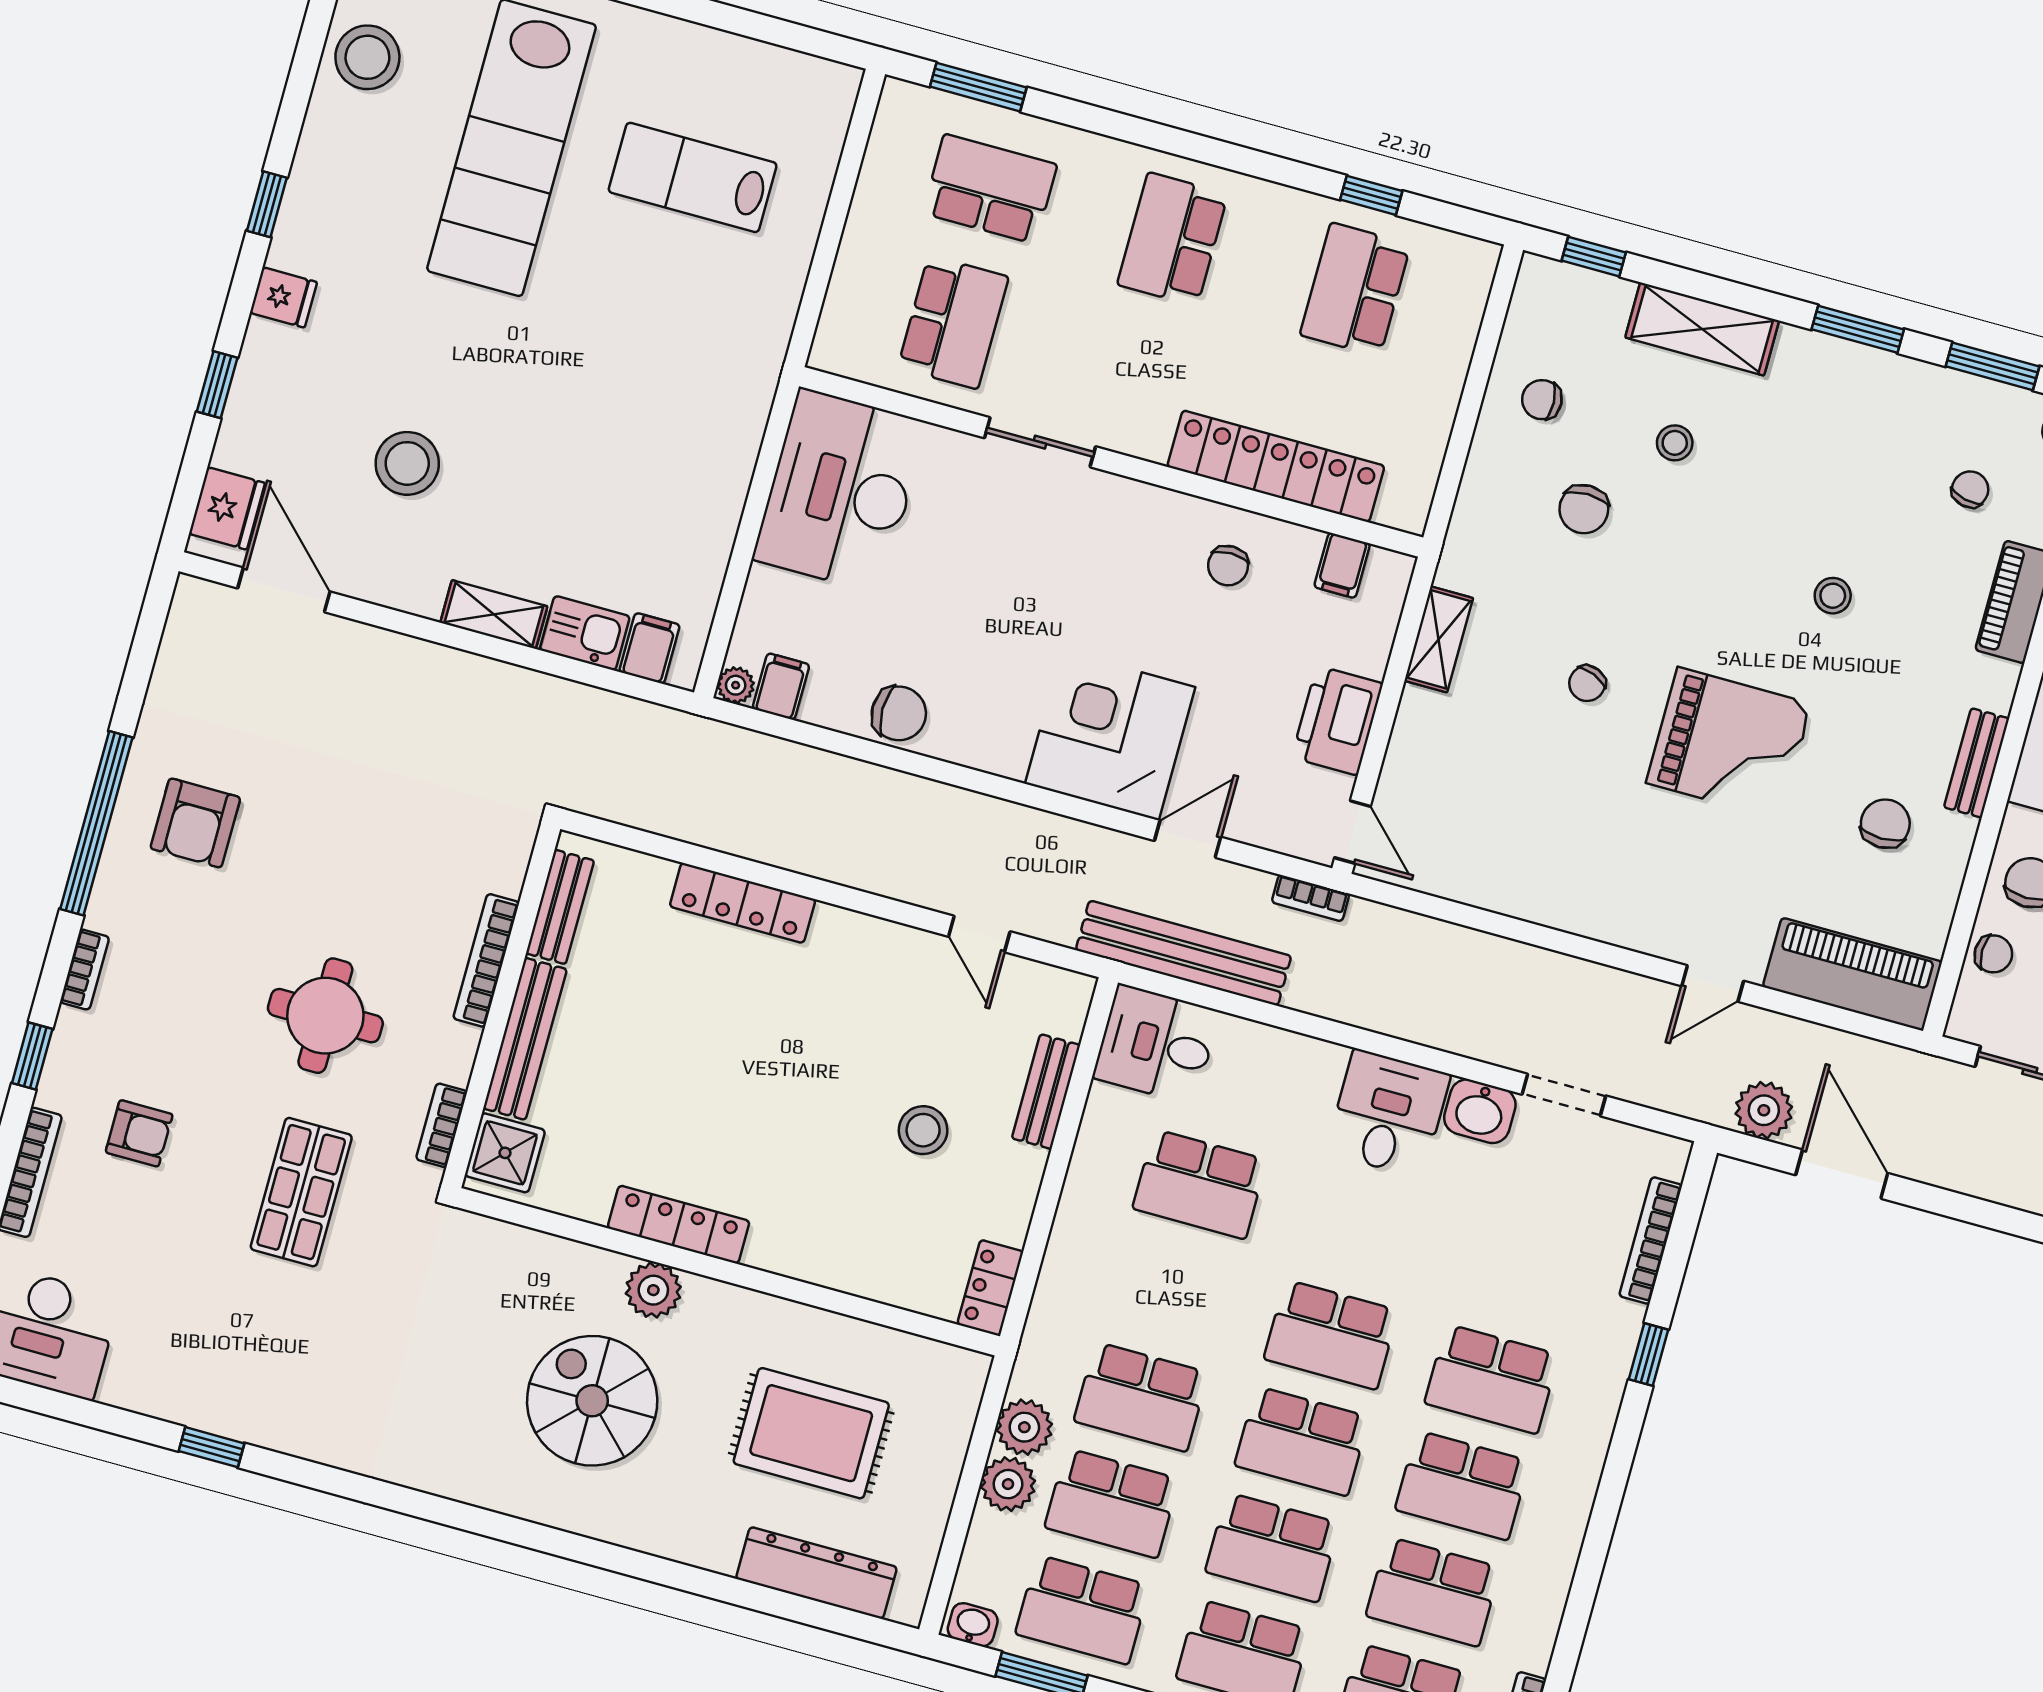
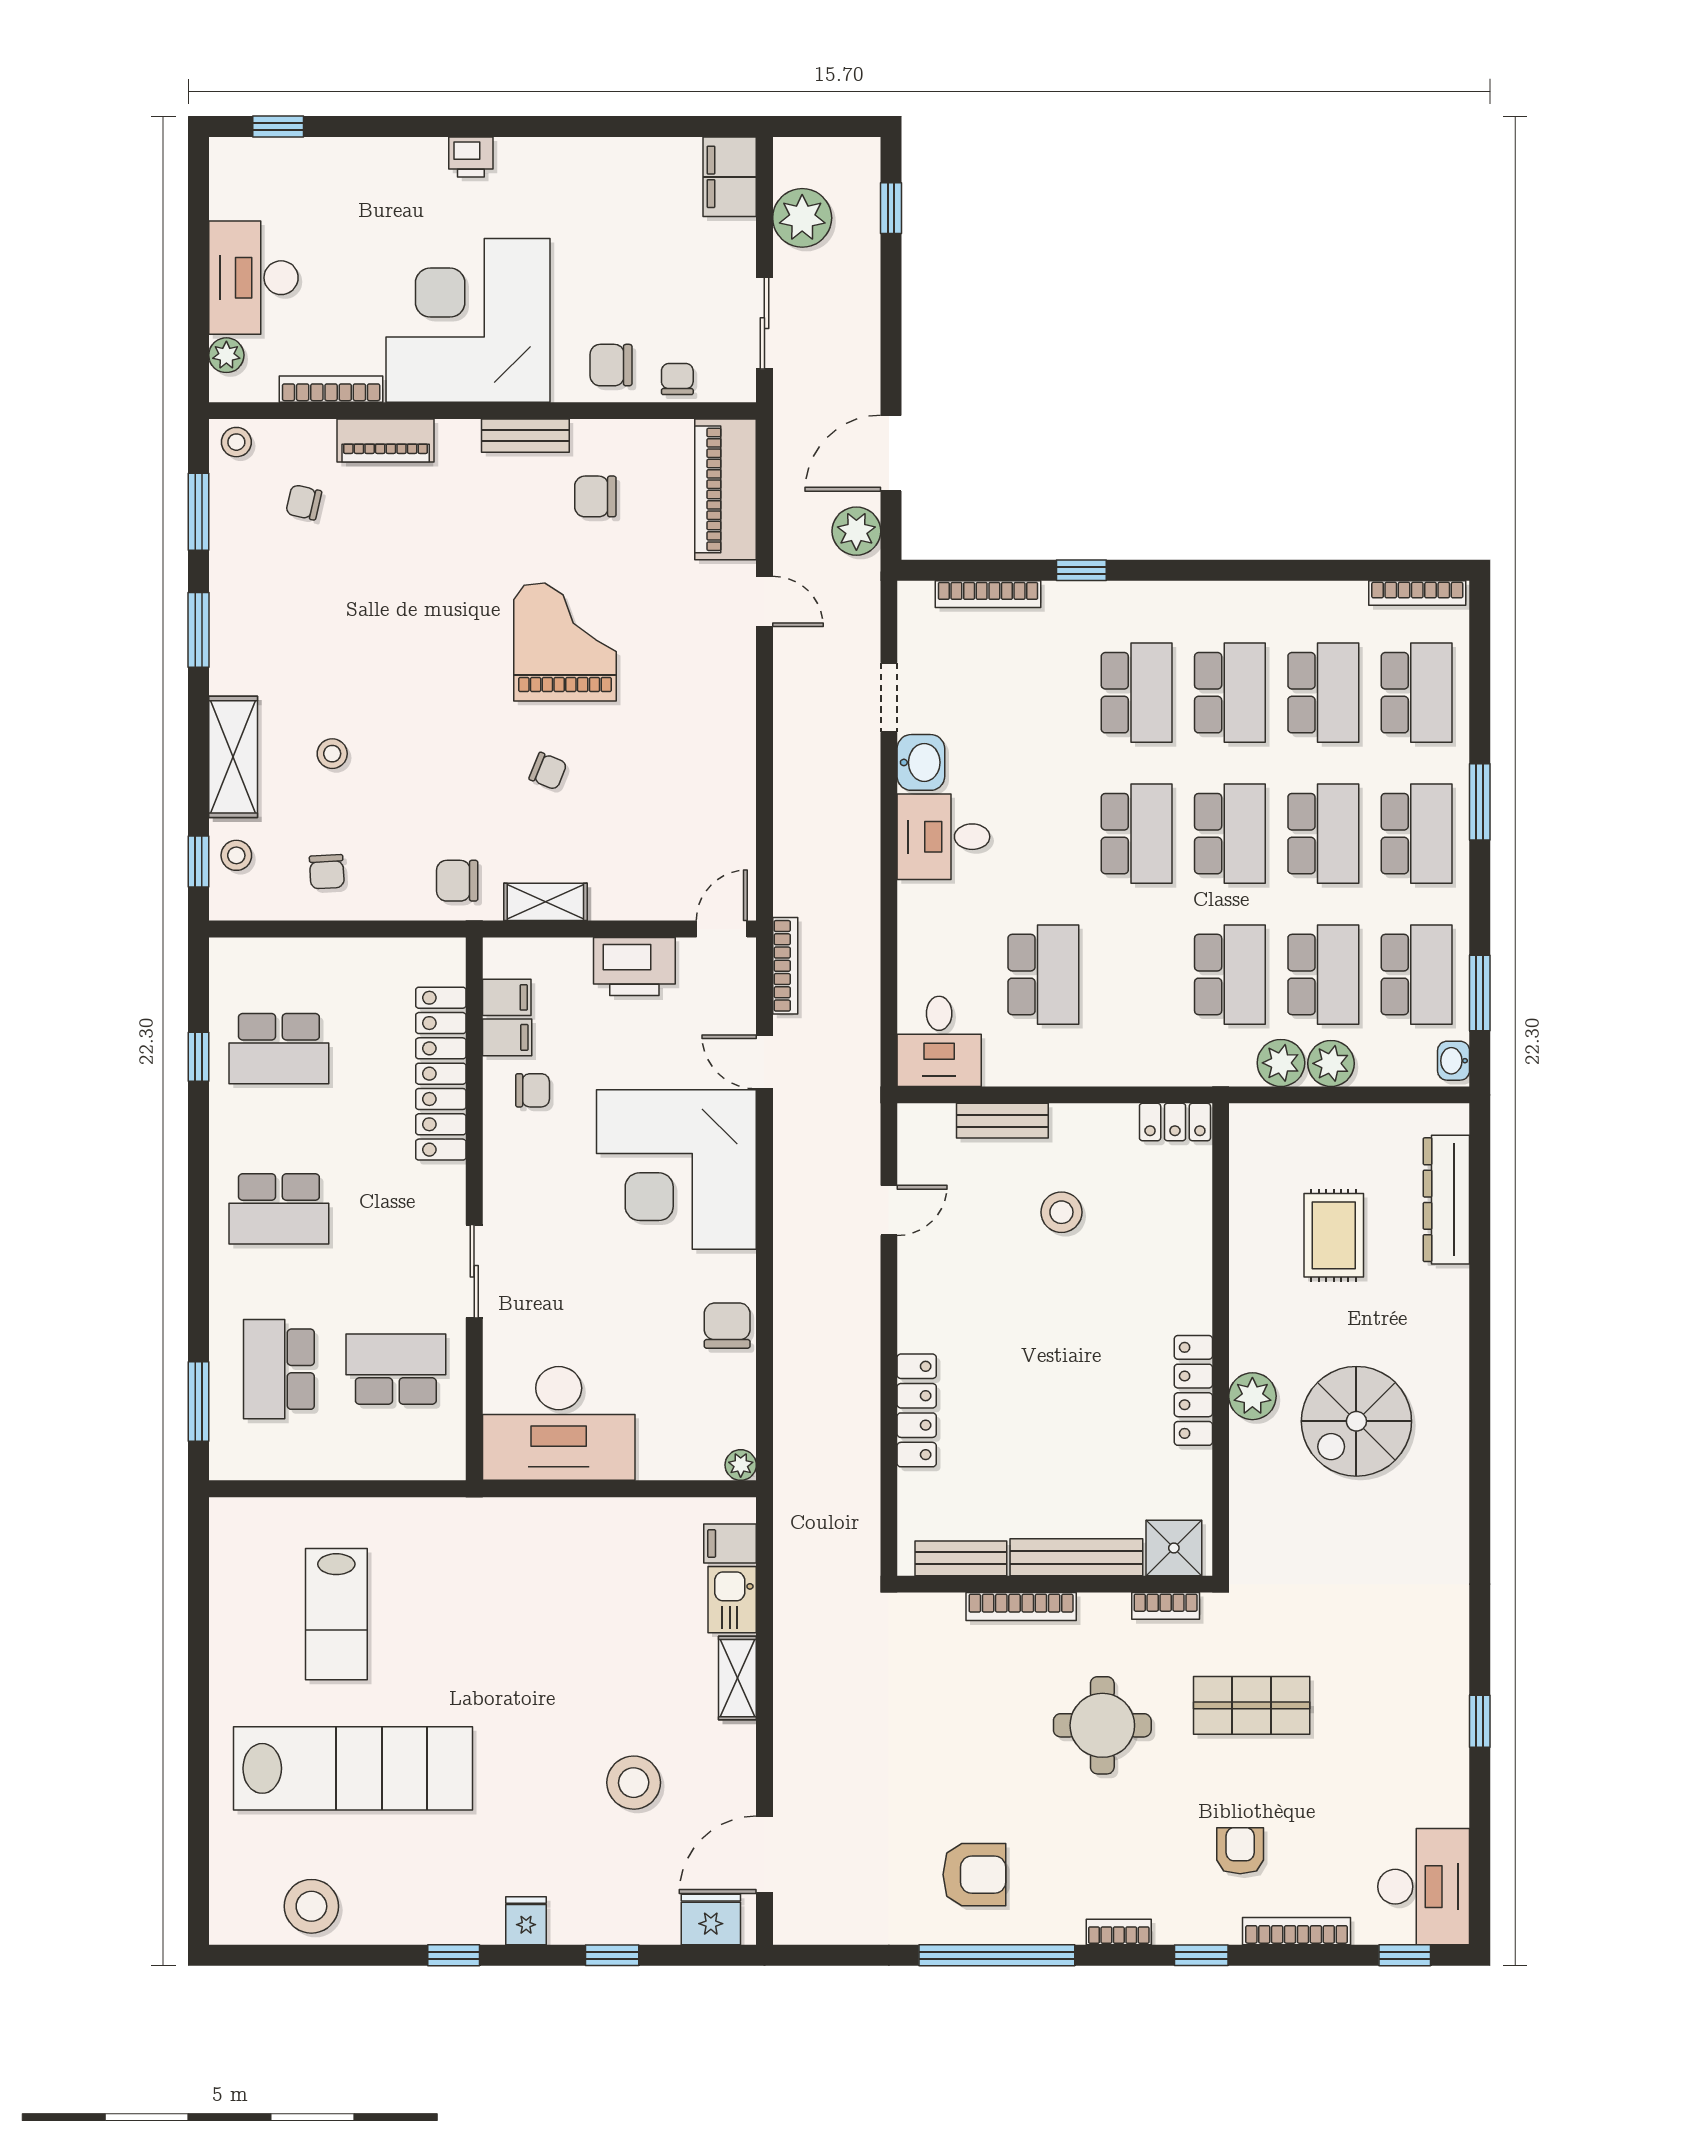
chair: (1584, 509) -> (457, 881), moved, turned 180
stool: (1833, 596) -> (236, 855), moved
filing cabinet: (781, 686) -> (507, 1037), moved, turned 180
corner desk: (1110, 735) -> (676, 1170), width x1.36, depth x1.36
bookcase: (1311, 898) -> (785, 966), width x1.56
bench: (1183, 953) -> (859, 1040), removed
rug: (811, 1433) -> (1334, 1235), width x0.73, depth x0.70

